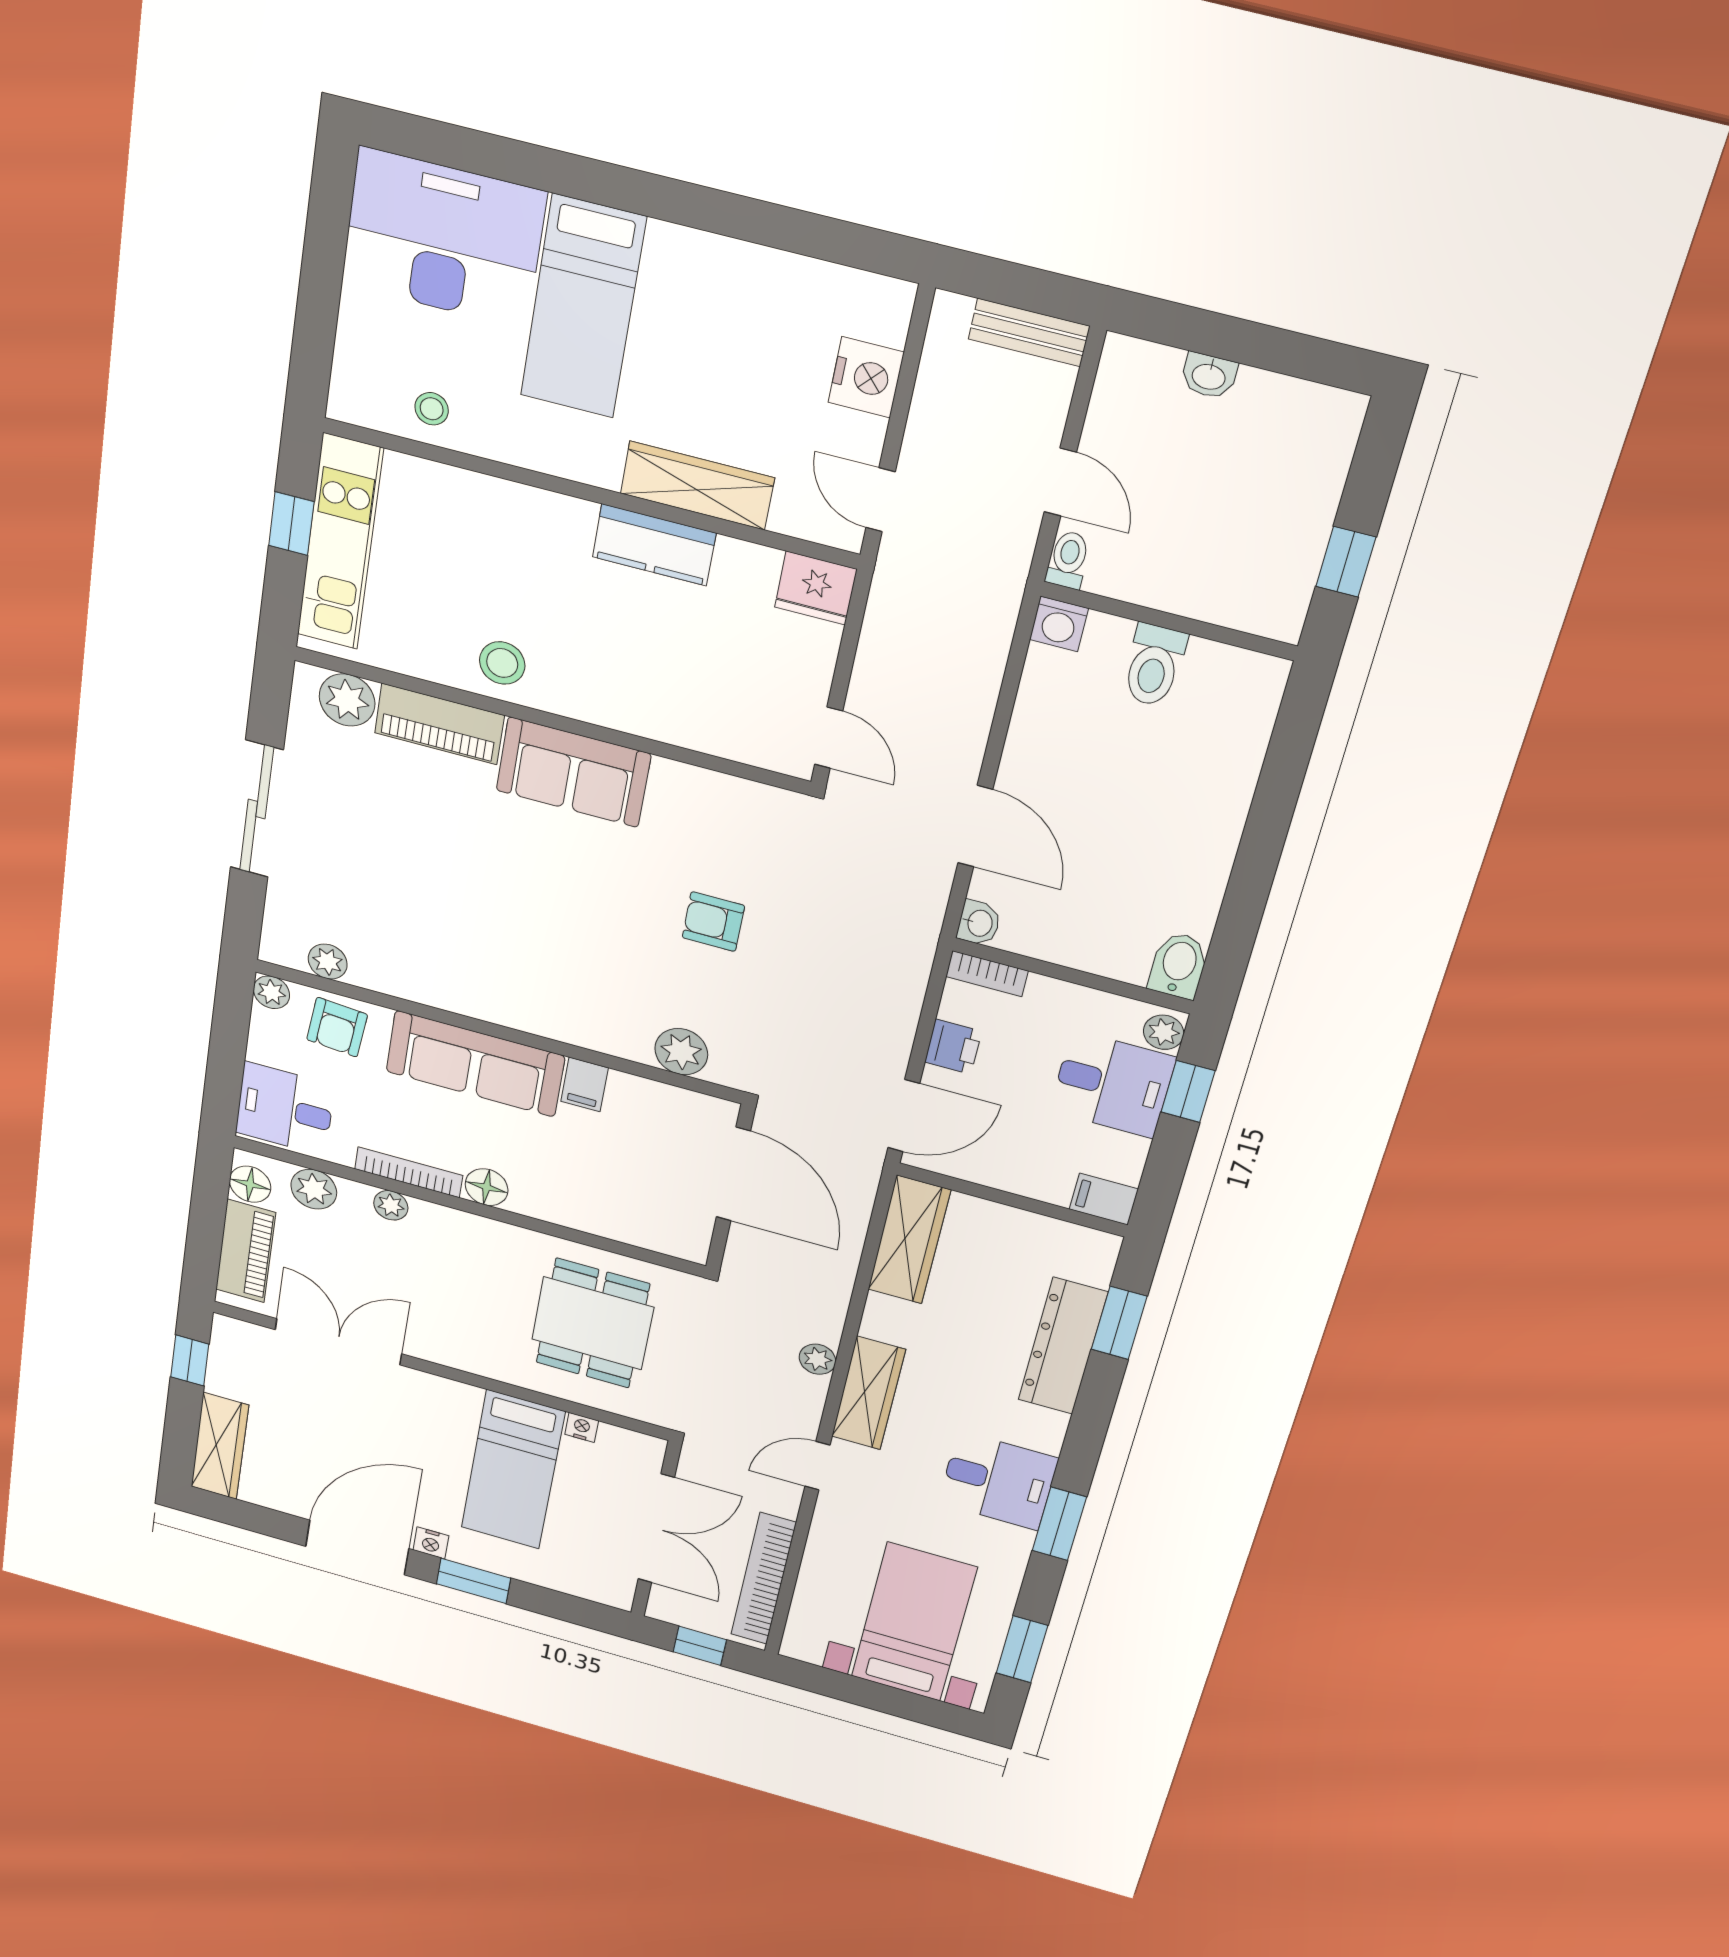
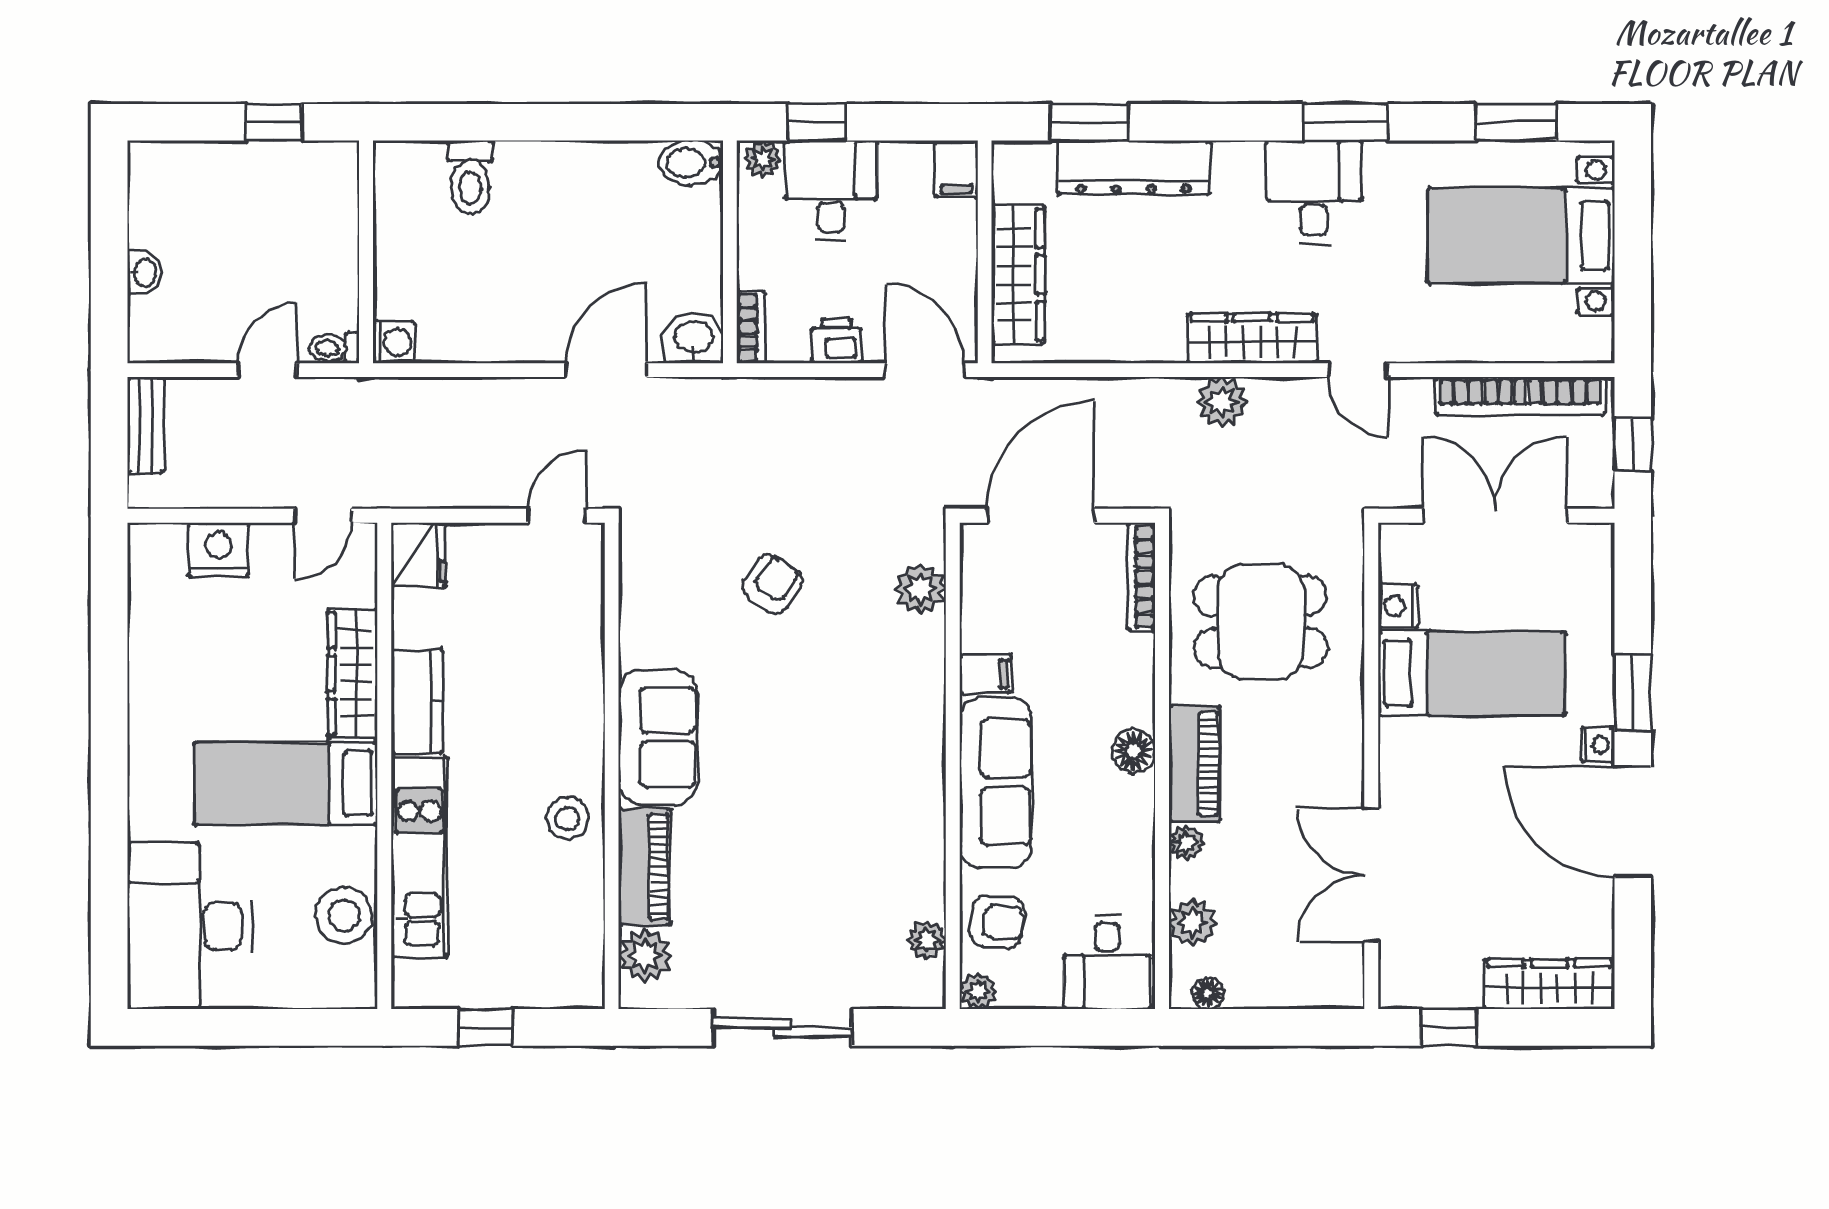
bed: (583, 307) -> (286, 783), moved, turned 180
stool: (432, 409) -> (344, 915), width x1.89, depth x1.89
kitchen unit: (340, 542) -> (419, 857), moved, turned 90
toilet: (1154, 665) -> (470, 177), moved, turned 90
armchair: (713, 922) -> (773, 584), turned -145
washbasin: (979, 923) -> (693, 338), width x1.38, depth x1.45
bookcase: (409, 1172) -> (1141, 577), moved
floor lamp: (250, 1184) -> (1208, 993), width x0.73, depth x0.73
wardrobe: (909, 1240) -> (1018, 275), moved, turned 90
piano: (246, 1251) -> (1195, 764), moved, turned 90
plant: (817, 1359) -> (1222, 402), width x1.38, depth x1.38
nightstand: (582, 1427) -> (1398, 606), width x1.39, depth x1.35

